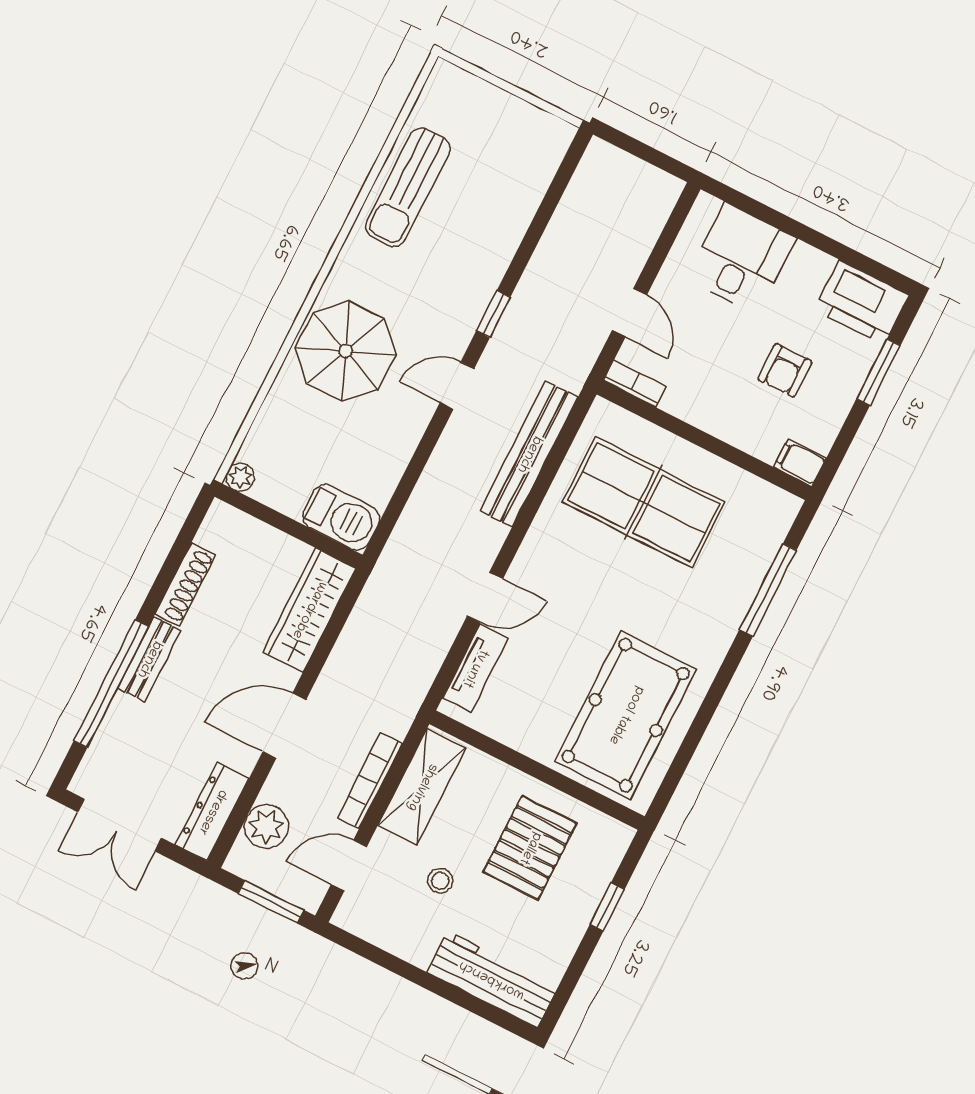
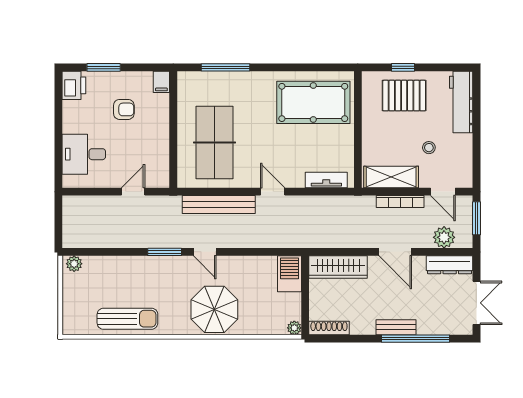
plant: (554, 142) -> (74, 264), added
printer: (862, 302) -> (74, 85), width x0.73, depth x0.84
window: (493, 314) -> (165, 252), width x1.50
bookcase: (635, 384) -> (164, 173), removed
shoe rack: (185, 584) -> (329, 328), moved
door: (485, 597) -> (273, 192), moved
pallet: (530, 848) -> (404, 96), moved

